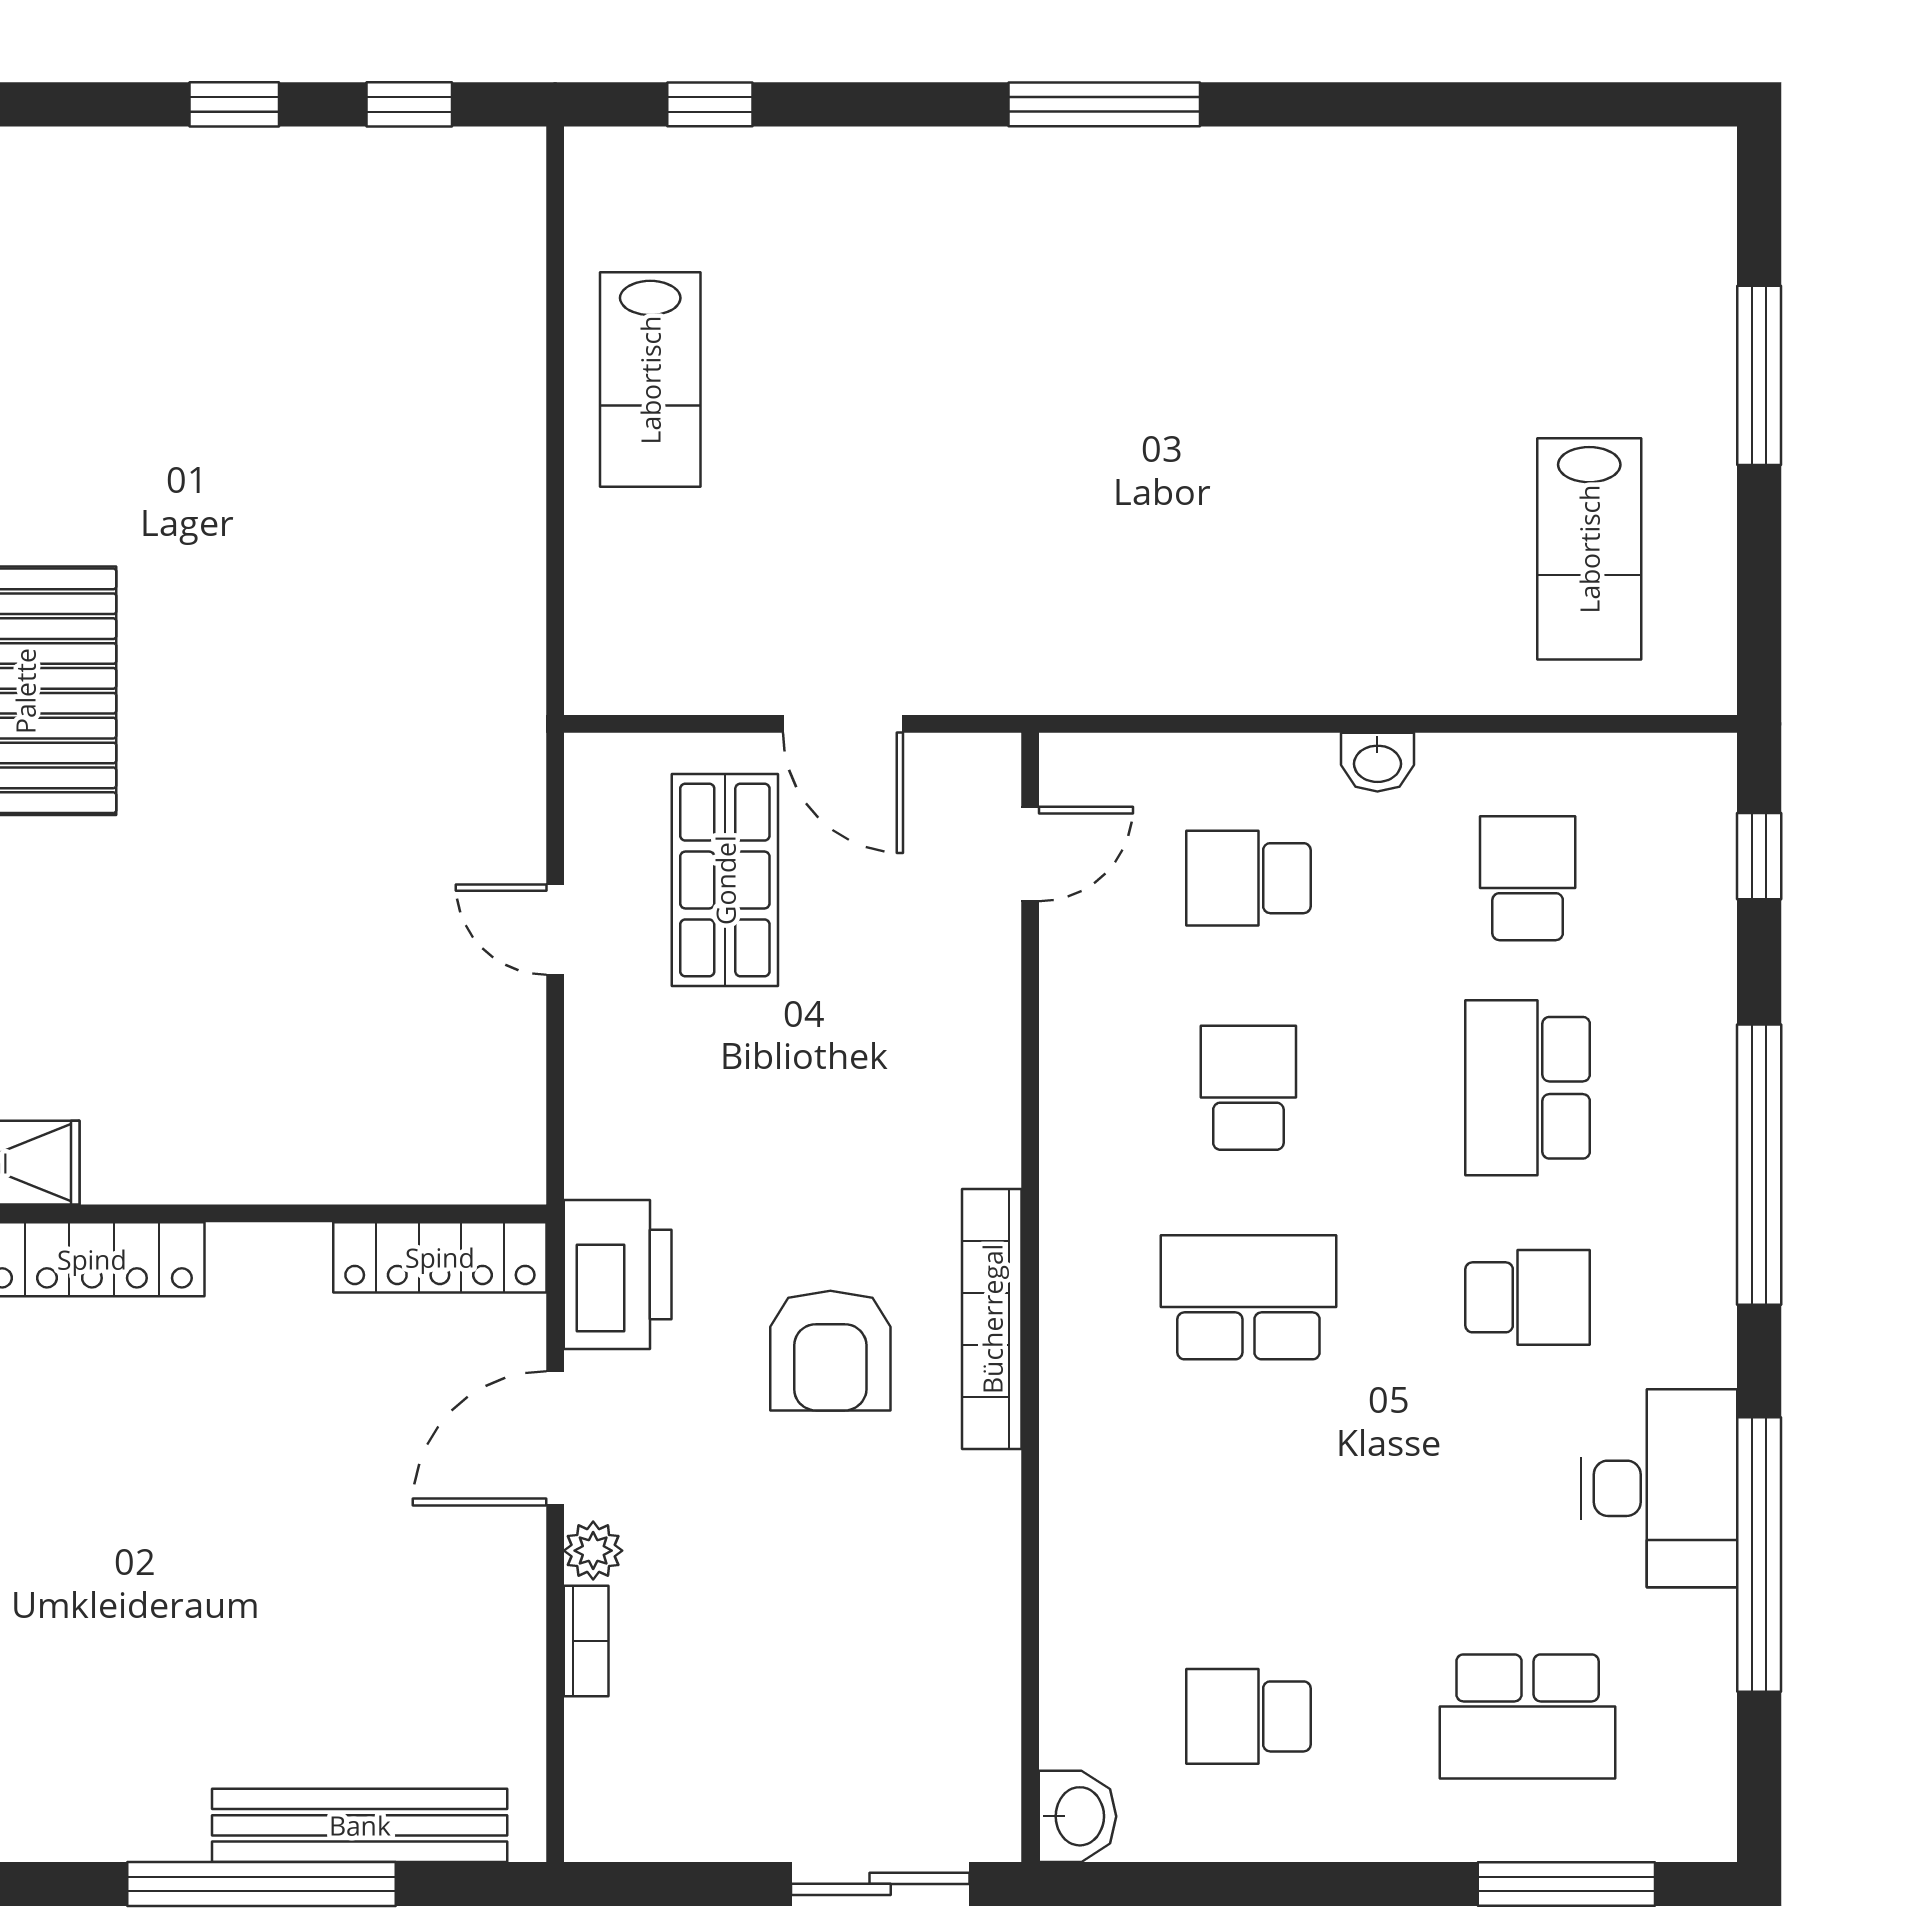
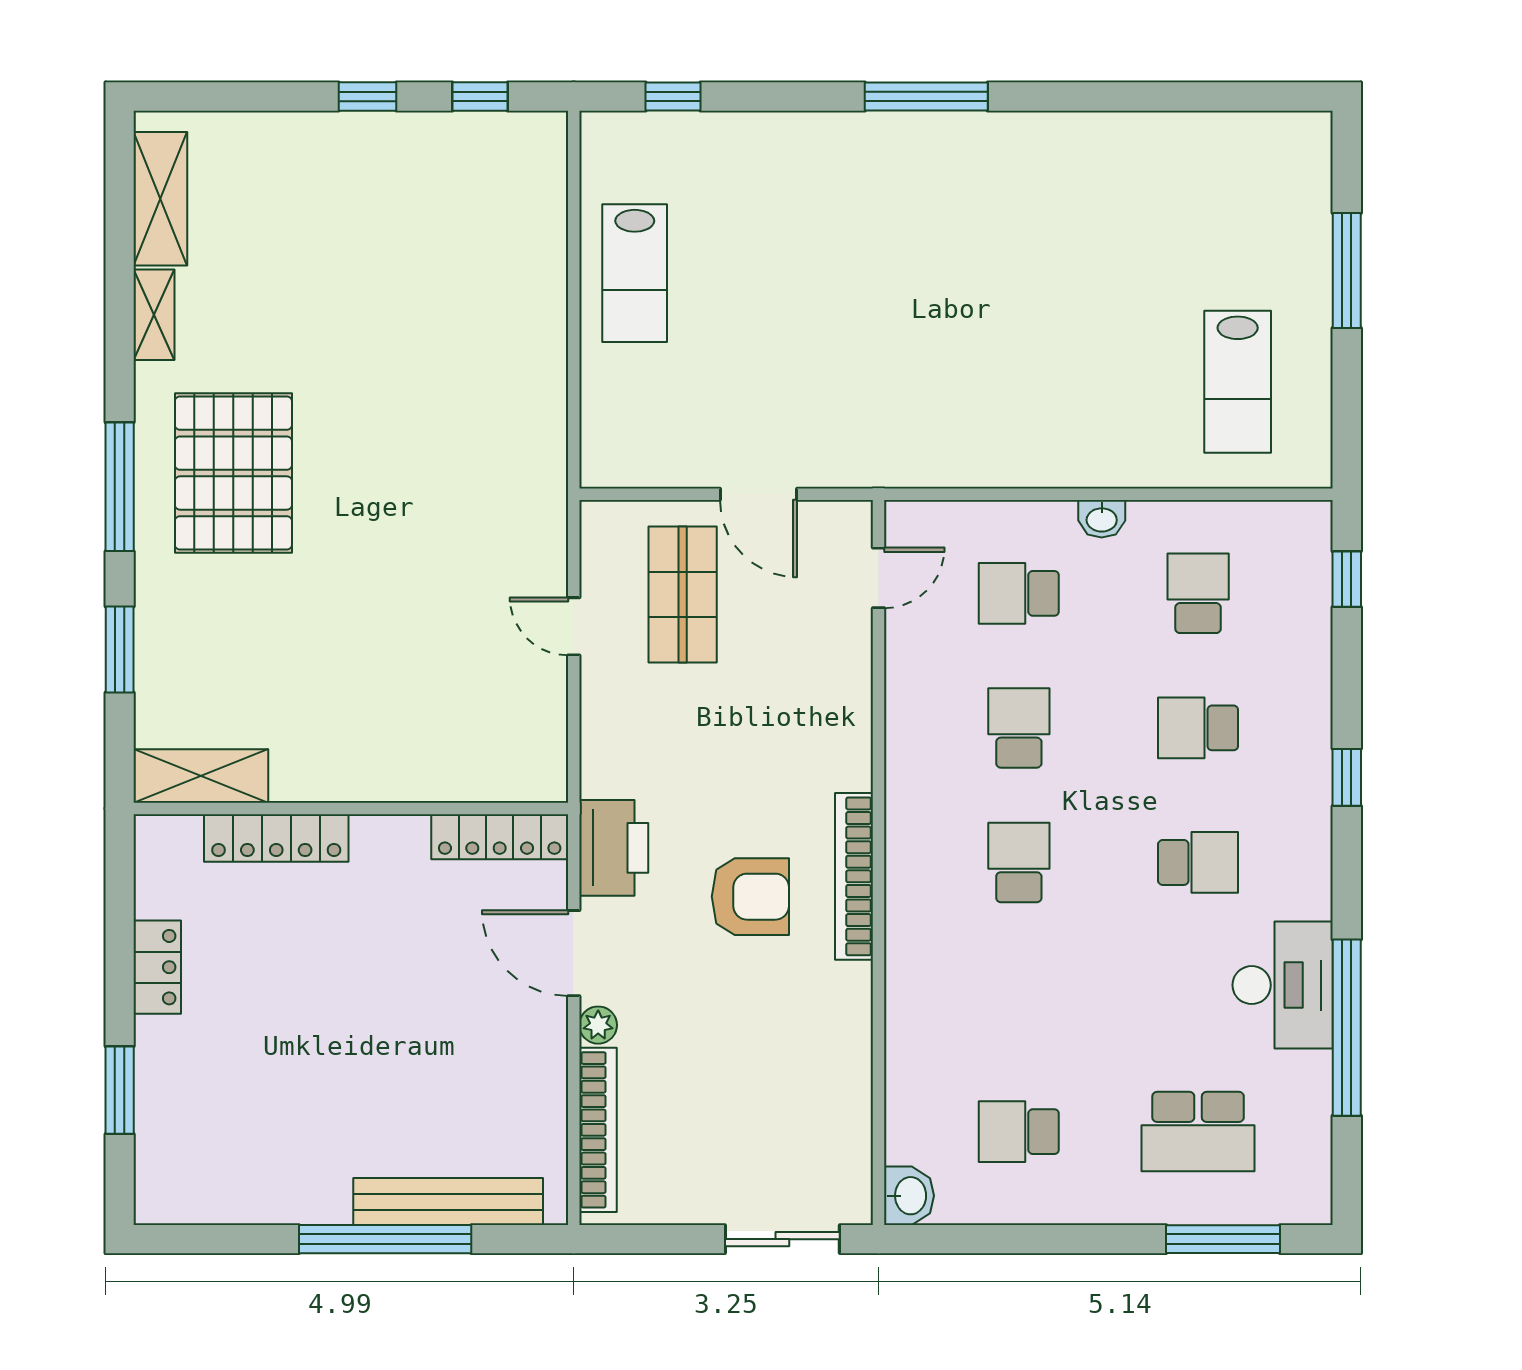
school desk: (1528, 1088) -> (1198, 728), width x0.54
window: (1759, 1165) -> (1347, 777), width x0.32
school desk: (1248, 1297) -> (1019, 862), width x0.54
armchair: (830, 1351) -> (750, 897), turned -90
door: (555, 1438) -> (574, 953), hinge flipped
bookcase: (586, 1641) -> (598, 1130), width x2.31, depth x1.31

